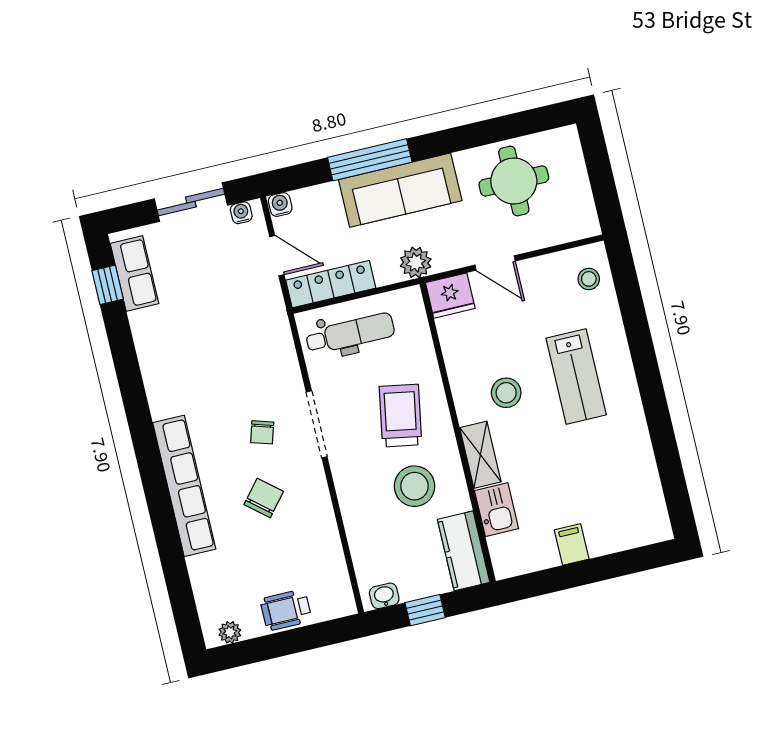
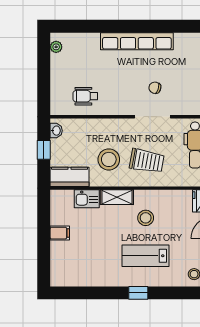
window: (648, 374) -> (138, 293), added
chair: (264, 498) -> (121, 81), removed
wheelchair: (286, 610) -> (85, 96), moved, turned -90

